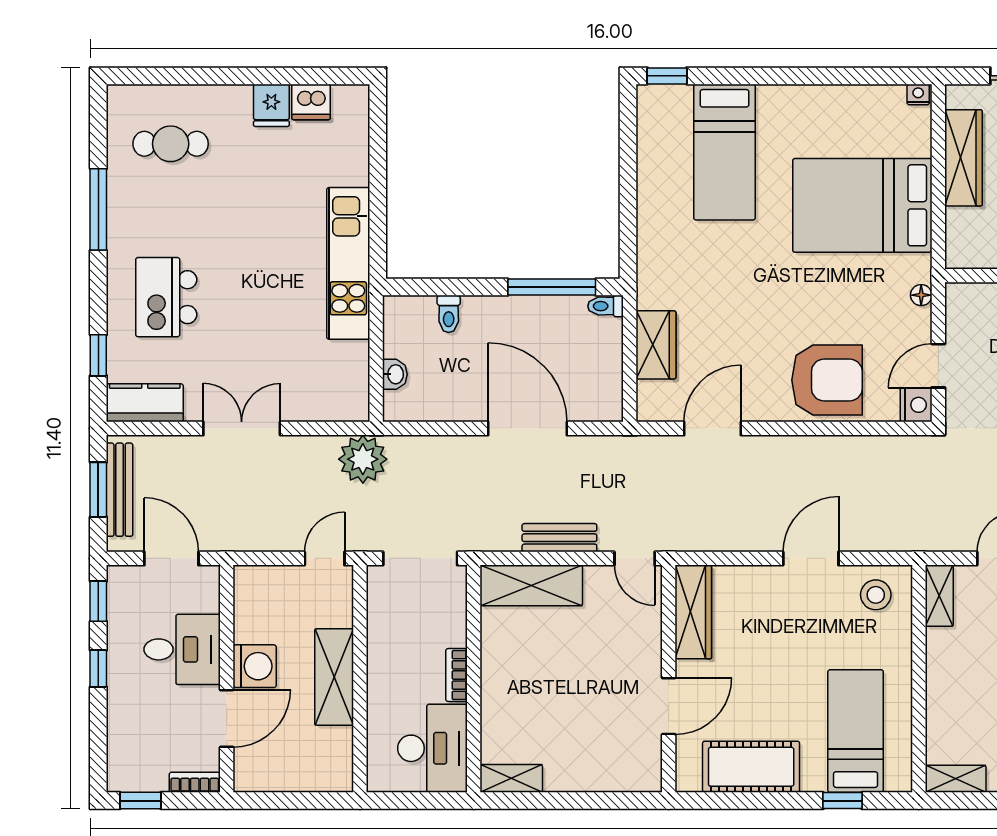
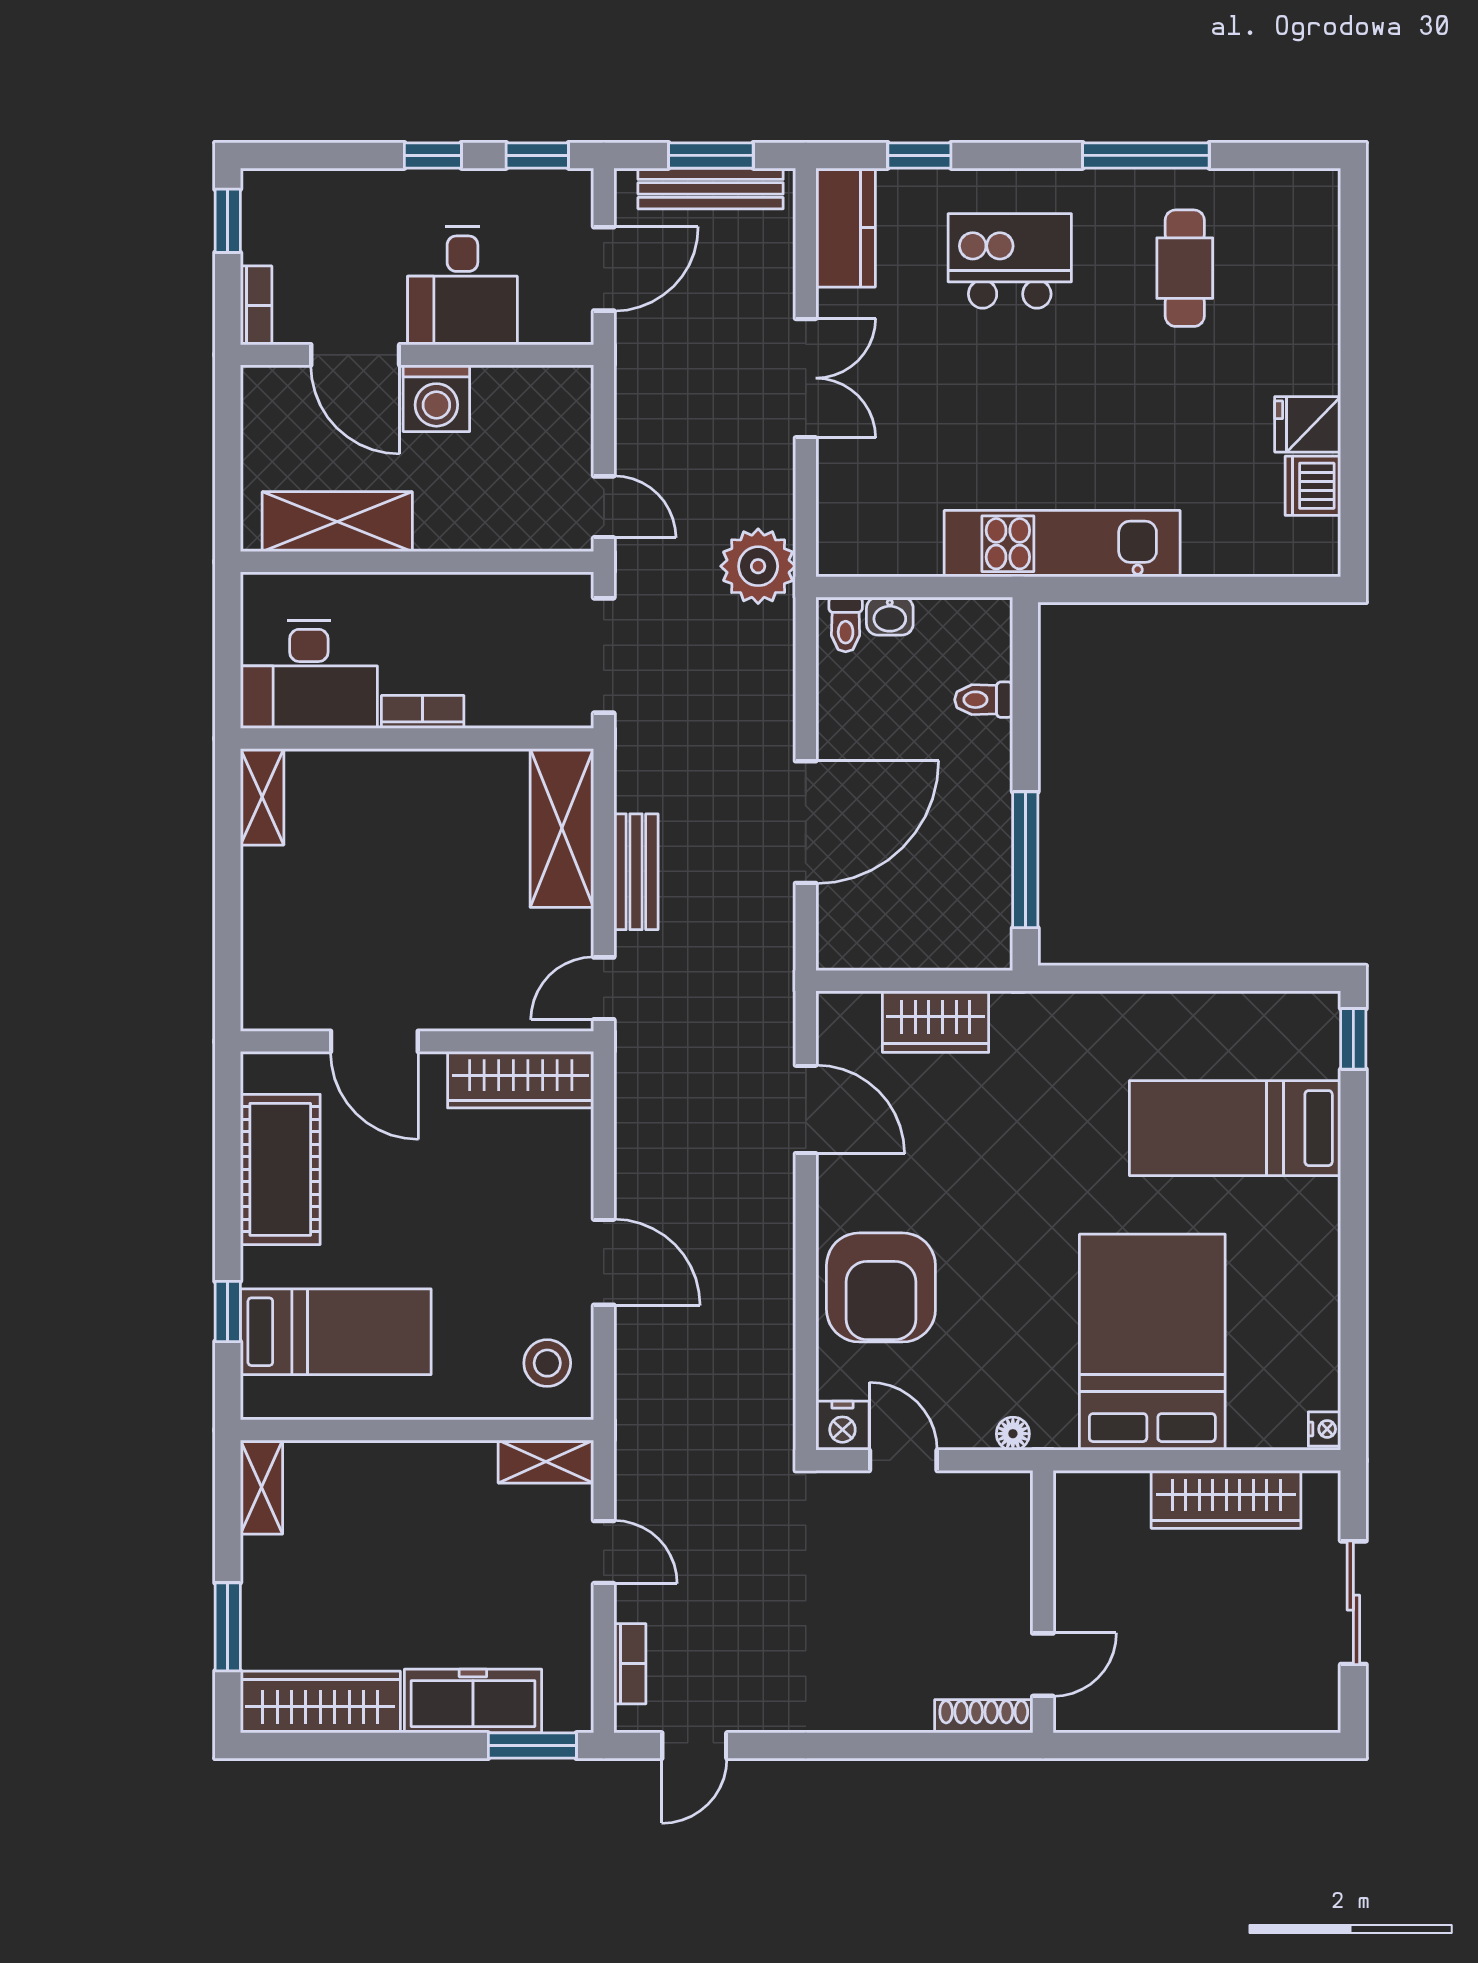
cafe table: (171, 144) -> (1185, 268), moved
toilet: (606, 306) -> (846, 624), moved, turned 180
shelving: (334, 677) -> (337, 522), moved

